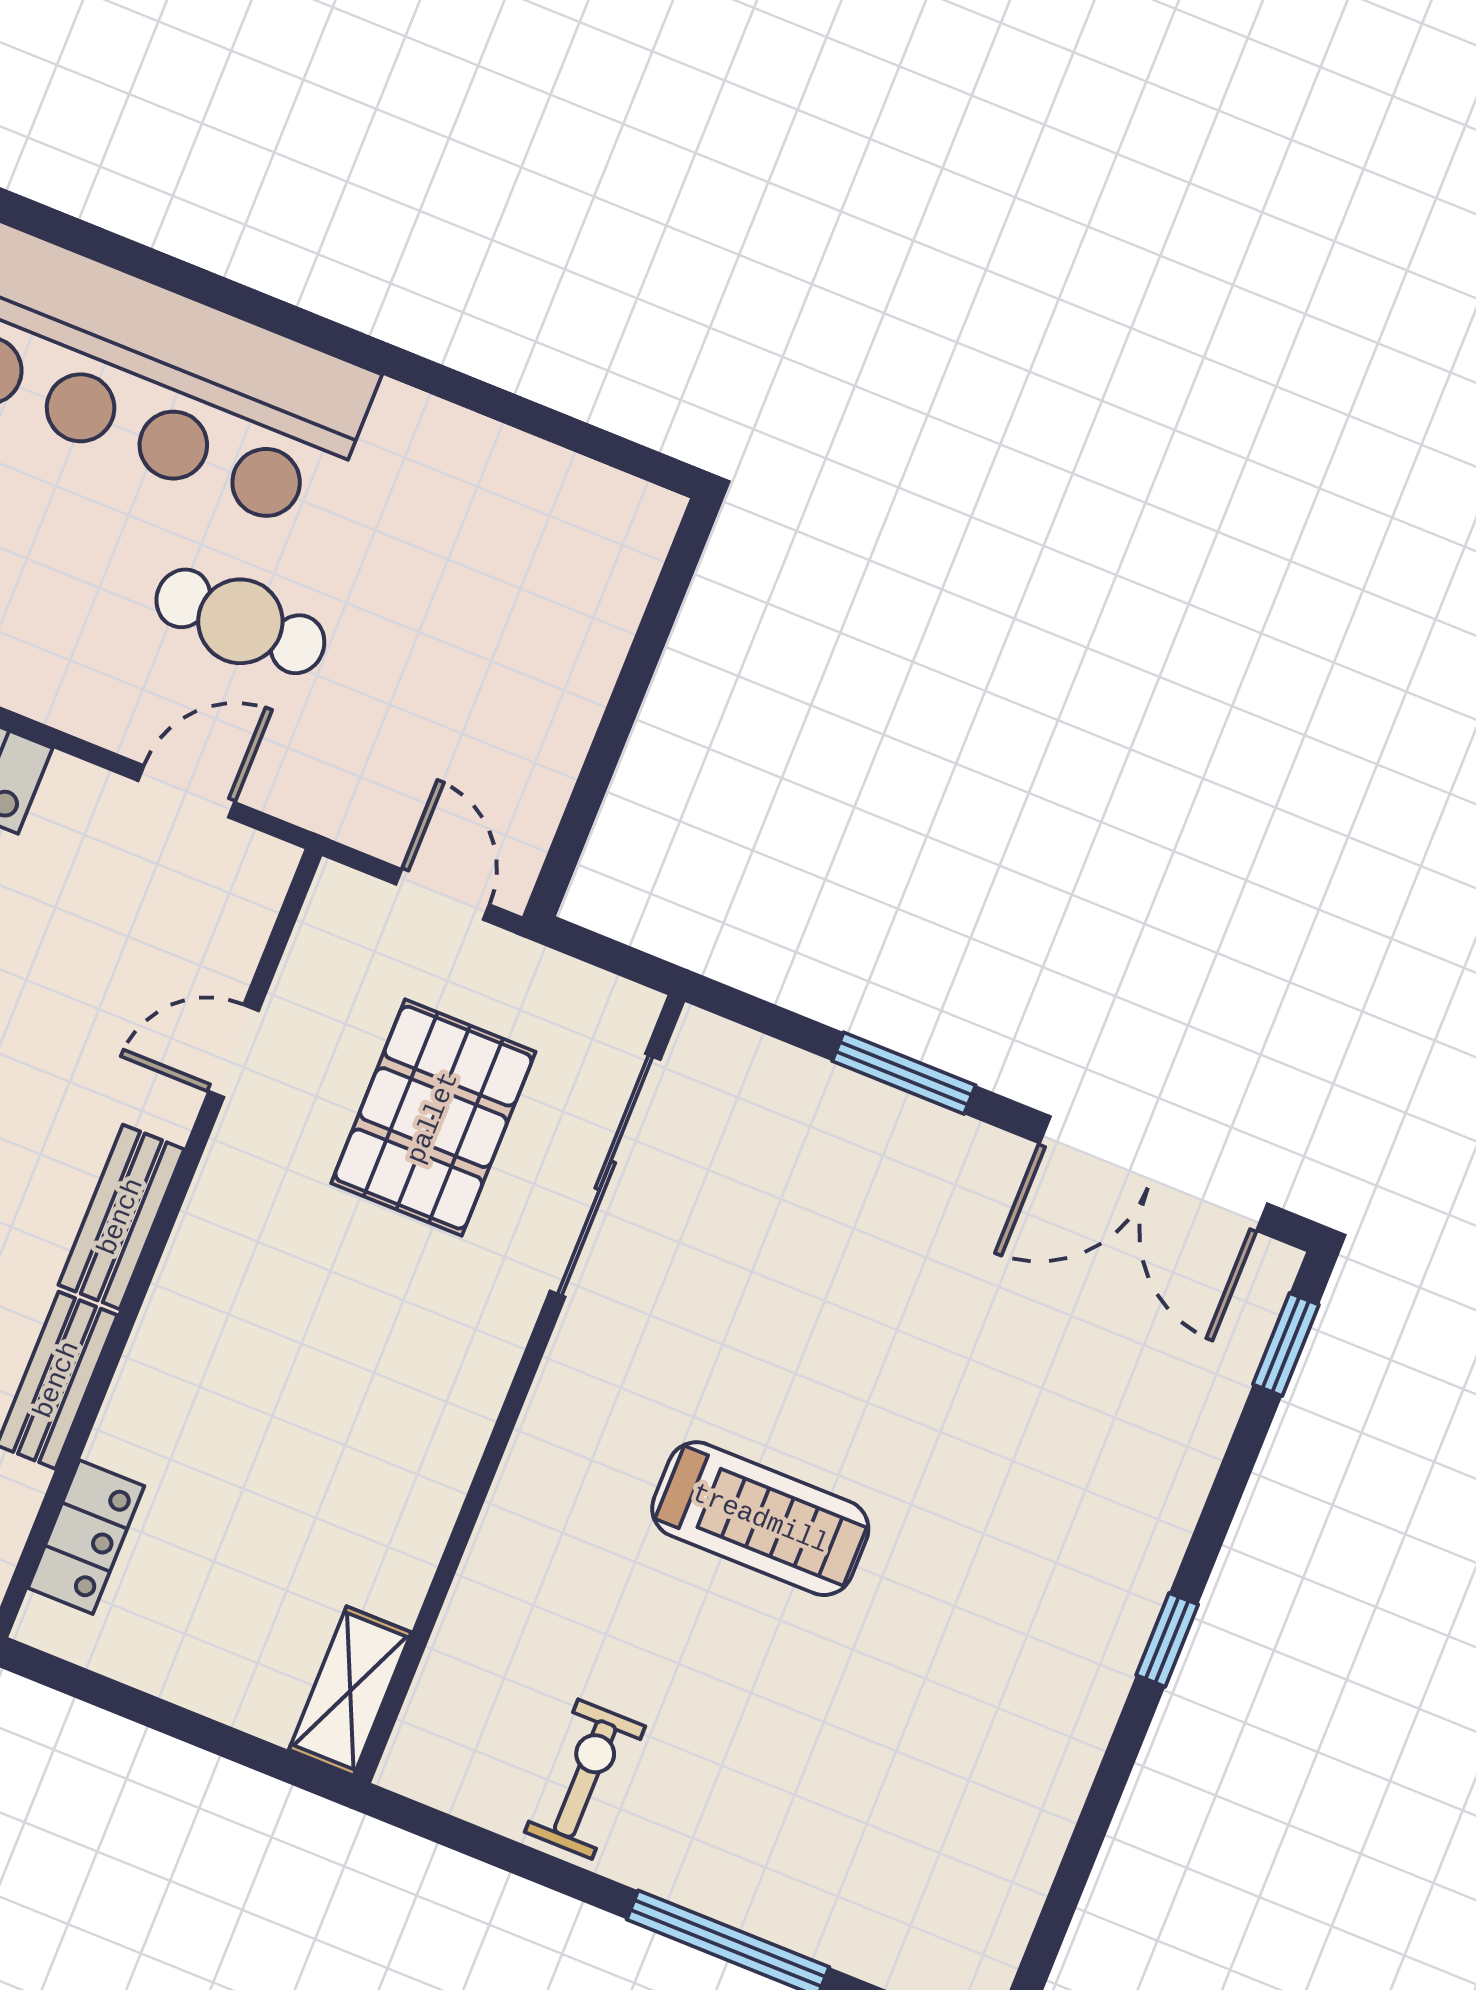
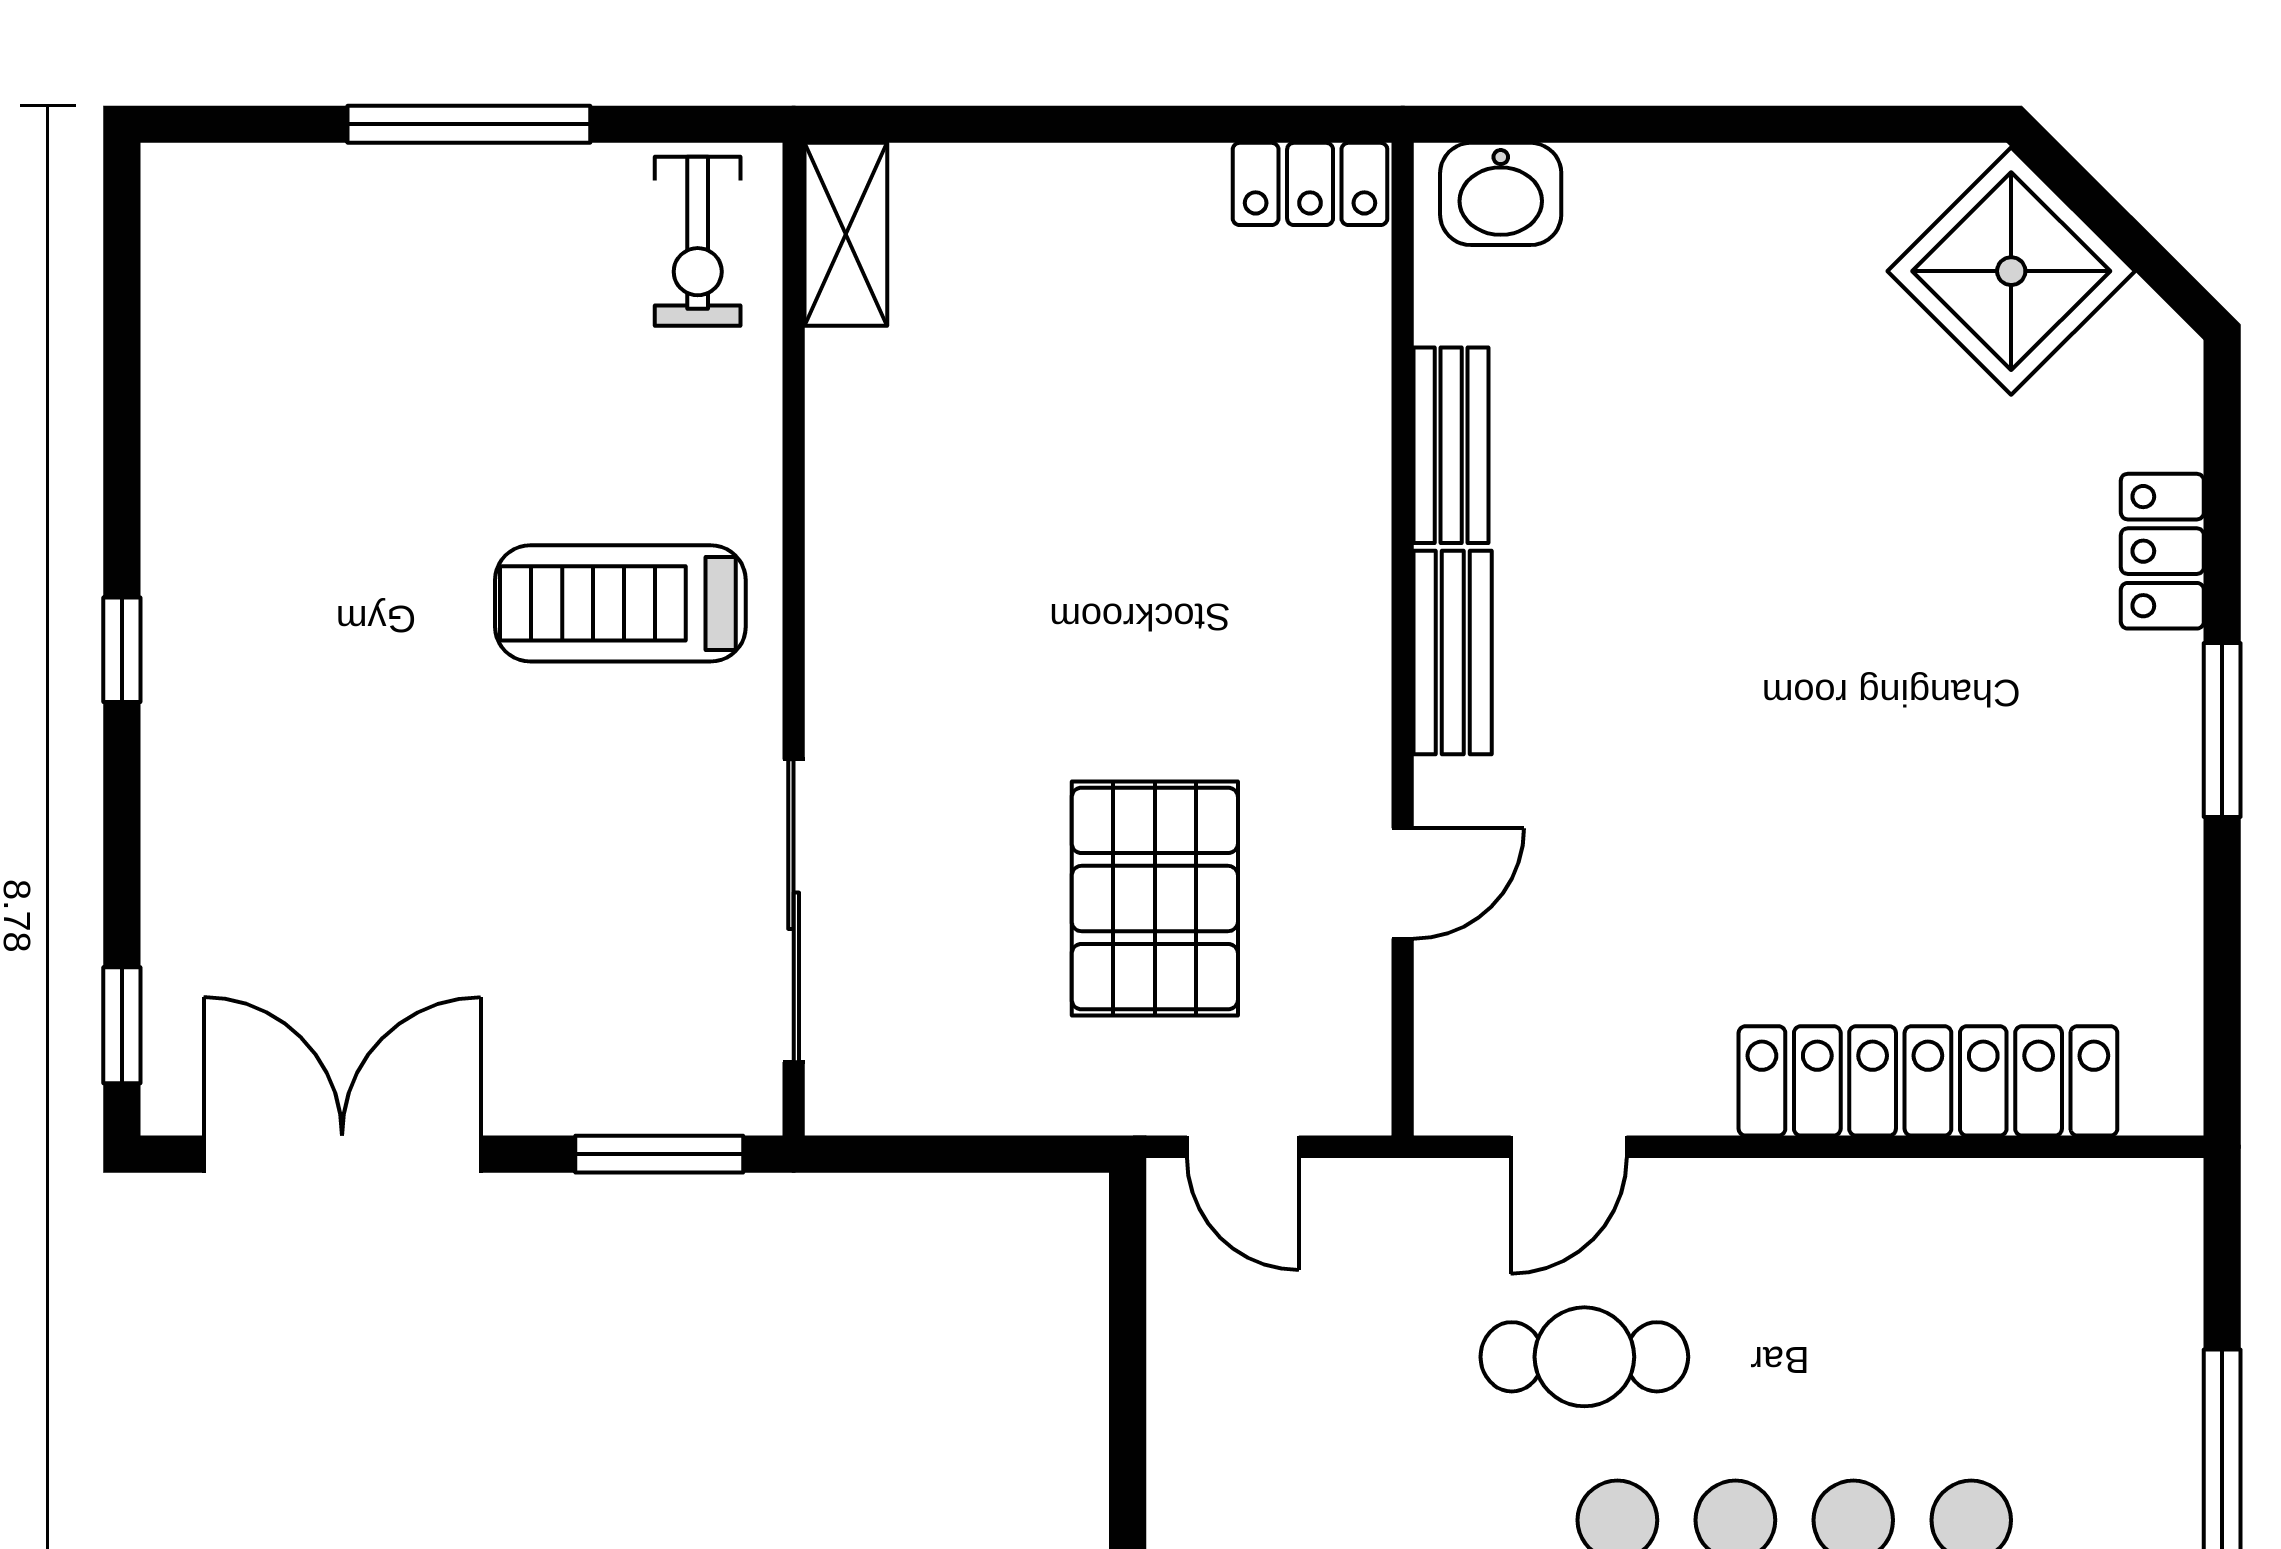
sliding door: (605, 1175) -> (794, 911), moved
wall: (519, 1389) -> (794, 639), moved
locker: (86, 1537) -> (1310, 184), moved, turned -90
shelving: (350, 1691) -> (846, 234), moved

